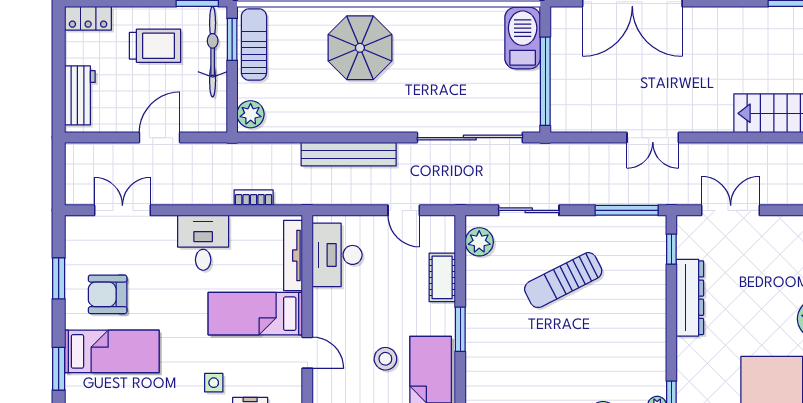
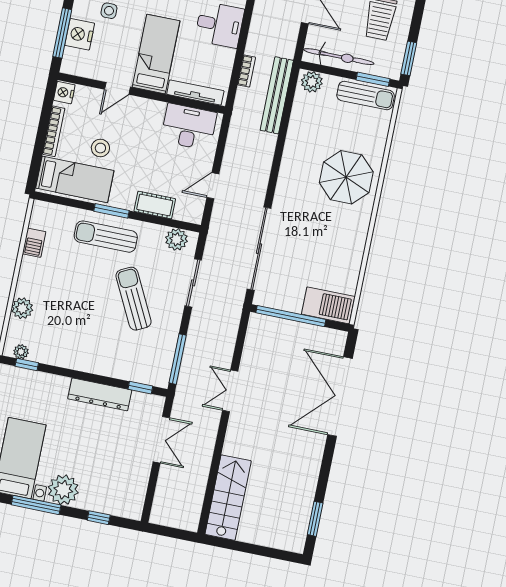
bicycle: (213, 52) -> (339, 57), moved
bench: (349, 154) -> (277, 95), moved
sun lounger: (493, 330) -> (106, 237), added

